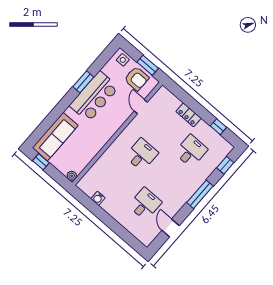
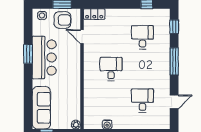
locker: (188, 115) -> (94, 14), moved
door: (171, 228) -> (174, 102), swing flipped

